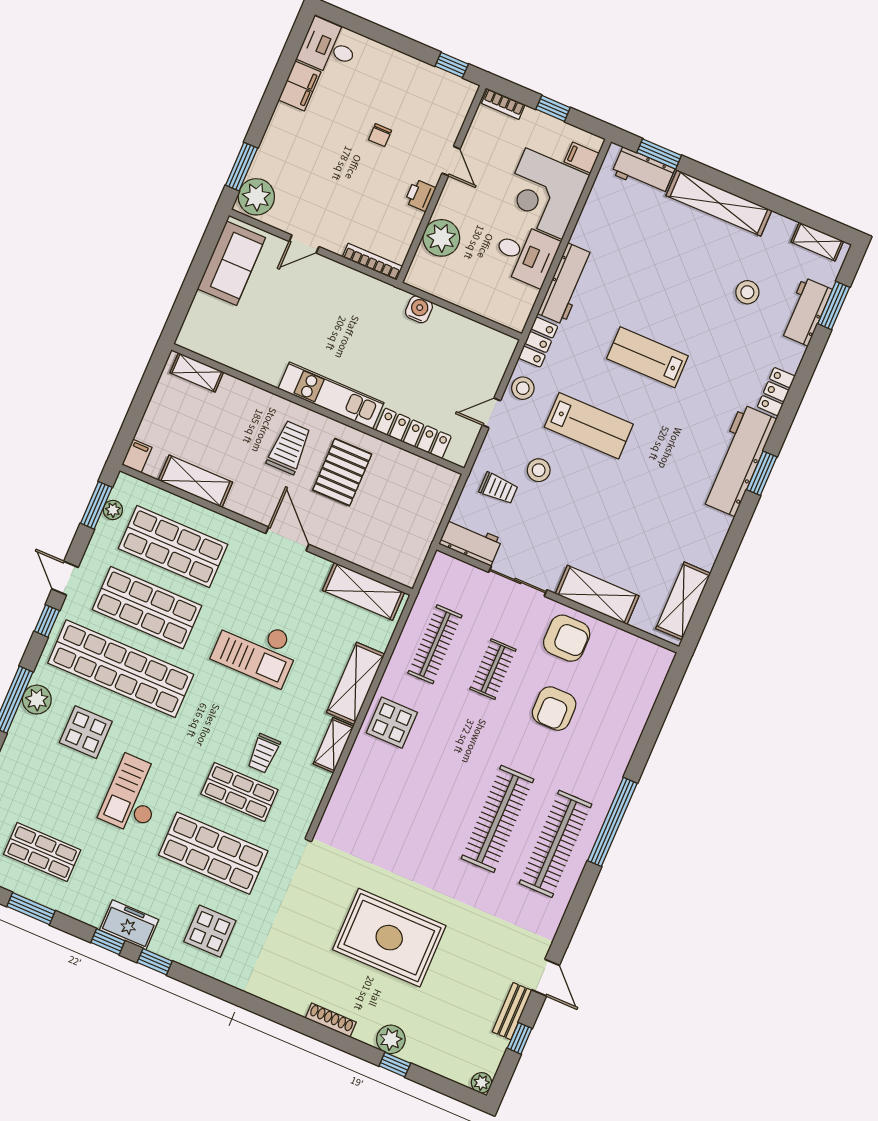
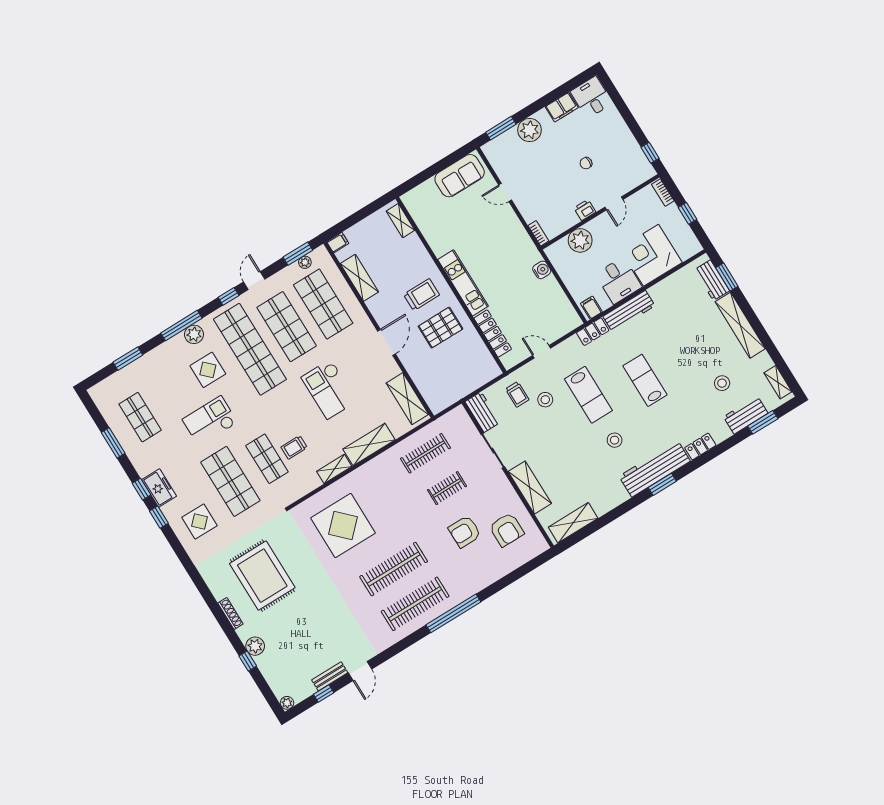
filing cabinet: (582, 158) -> (591, 308), moved
plant: (256, 197) -> (530, 130), moved
bookcase: (372, 262) -> (538, 233), width x0.64
stool: (523, 388) -> (615, 440), moved
armchair: (567, 638) -> (507, 530), moved
display table: (392, 723) -> (343, 525), moved, width x1.86, depth x1.86
rug: (389, 938) -> (262, 576), moved

